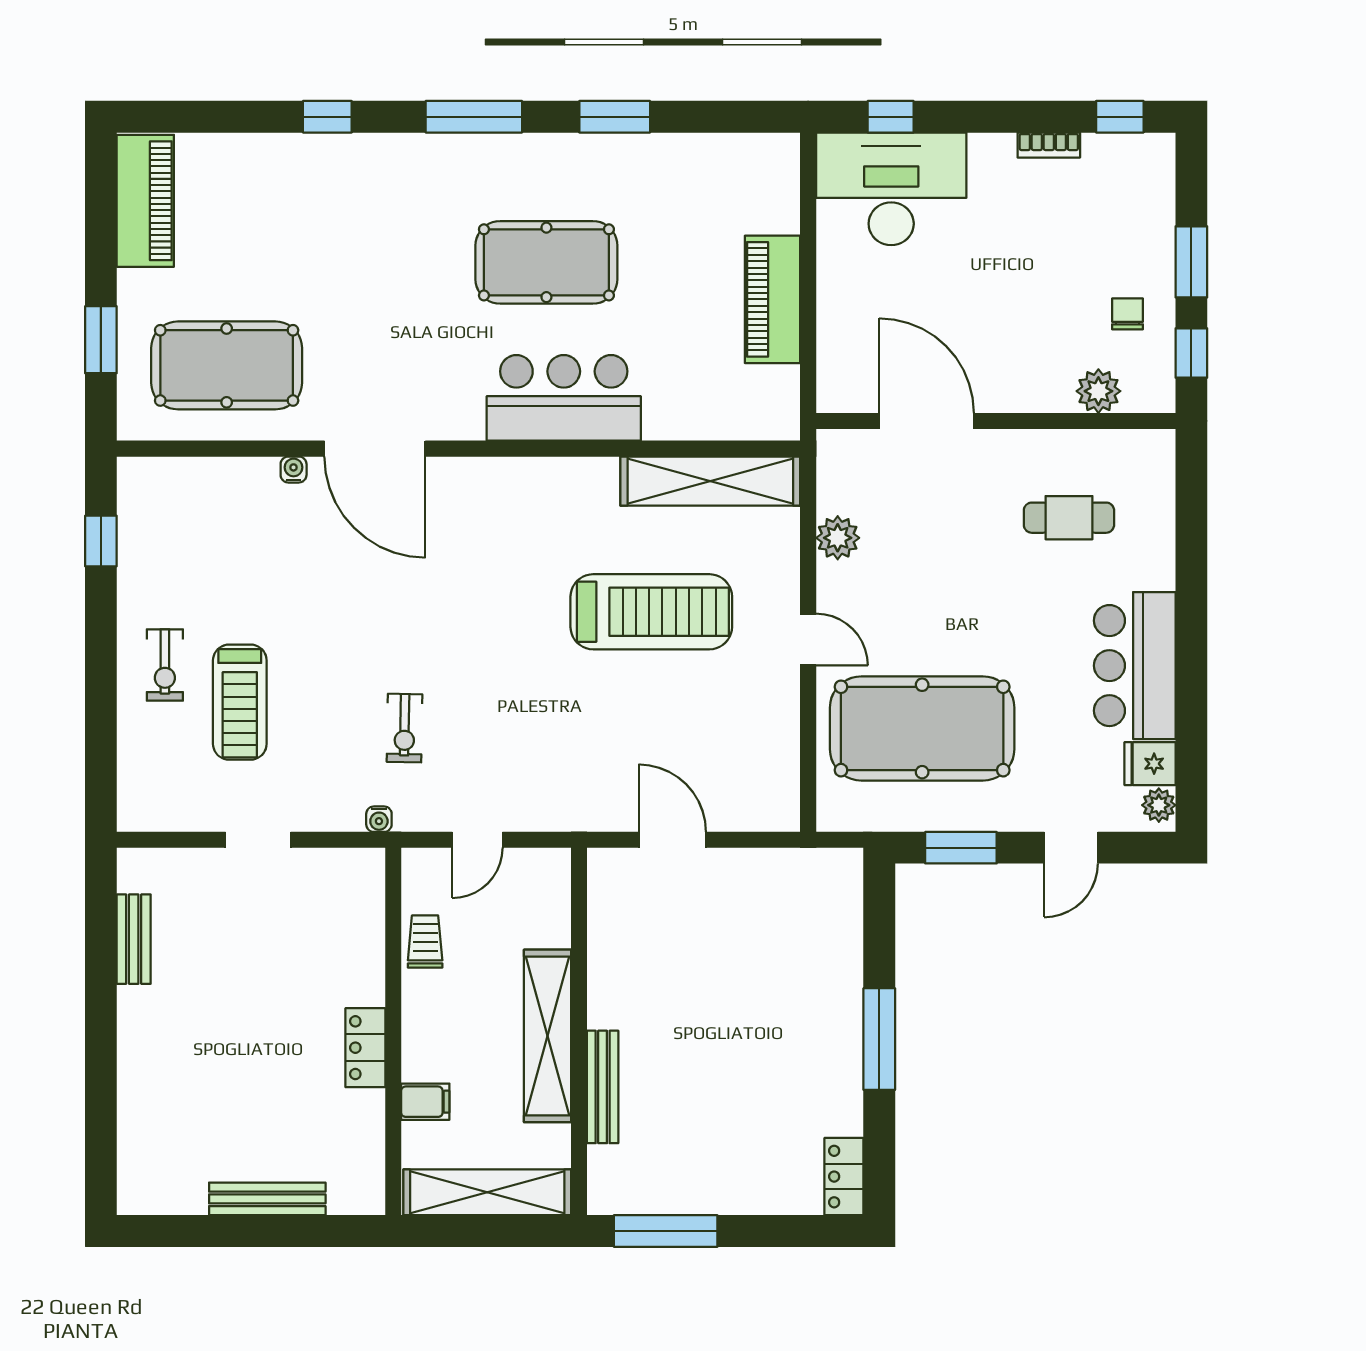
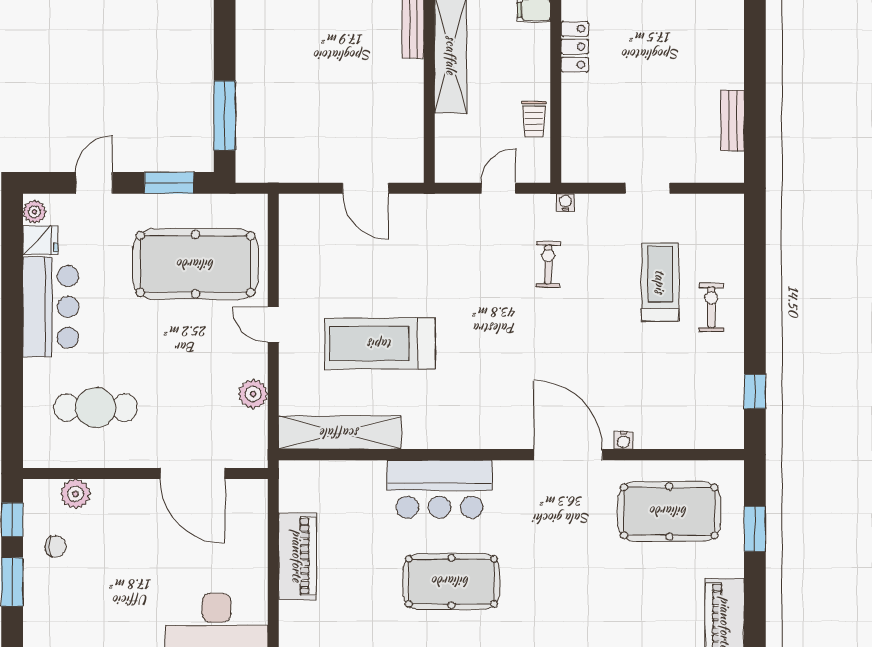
chair: (1127, 314) -> (56, 546), turned -93
cafe table: (1069, 518) -> (95, 408), width x1.37, depth x1.35
window: (879, 1039) -> (225, 116), moved

